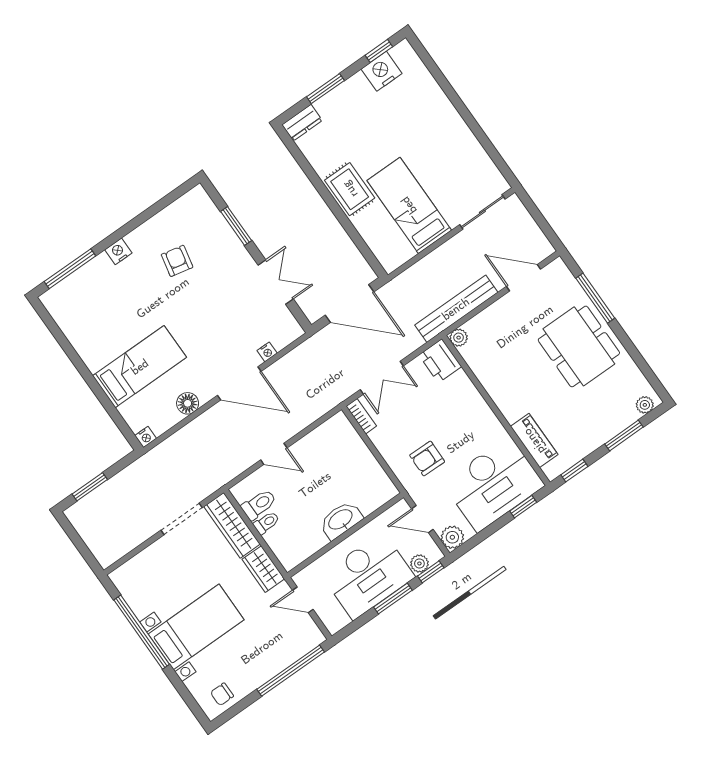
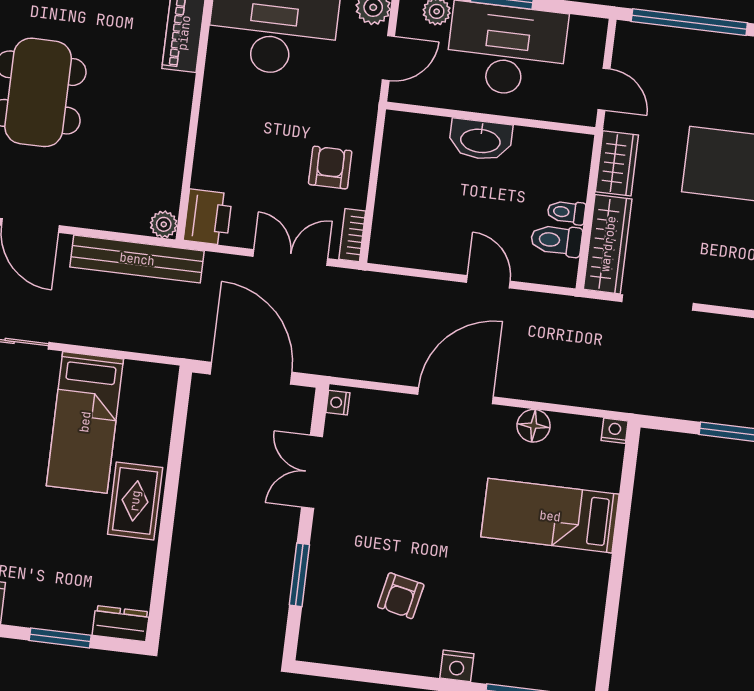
nightstand: (267, 352) -> (338, 403), moved, turned -90
door: (239, 383) -> (456, 396), hinge flipped
armchair: (427, 459) -> (330, 168), moved, turned -91
door: (422, 519) -> (388, 58), hinge flipped

